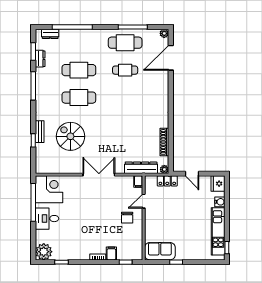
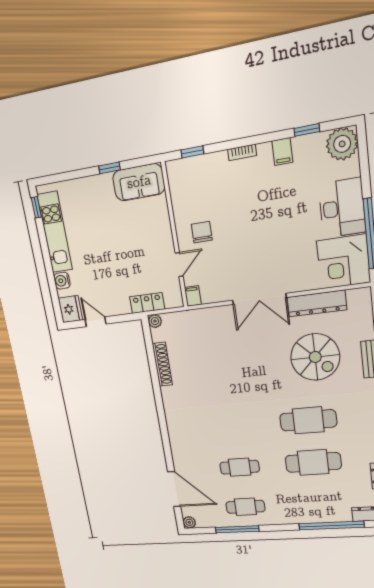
cafe table: (125, 43) -> (245, 507), width x0.73, depth x0.74
door: (171, 58) -> (174, 489), hinge flipped
dresser: (141, 168) -> (317, 303), moved
door: (192, 174) -> (96, 322), moved
desk: (47, 219) -> (342, 208), width x1.37
filing cabinet: (111, 253) -> (282, 152), moved

